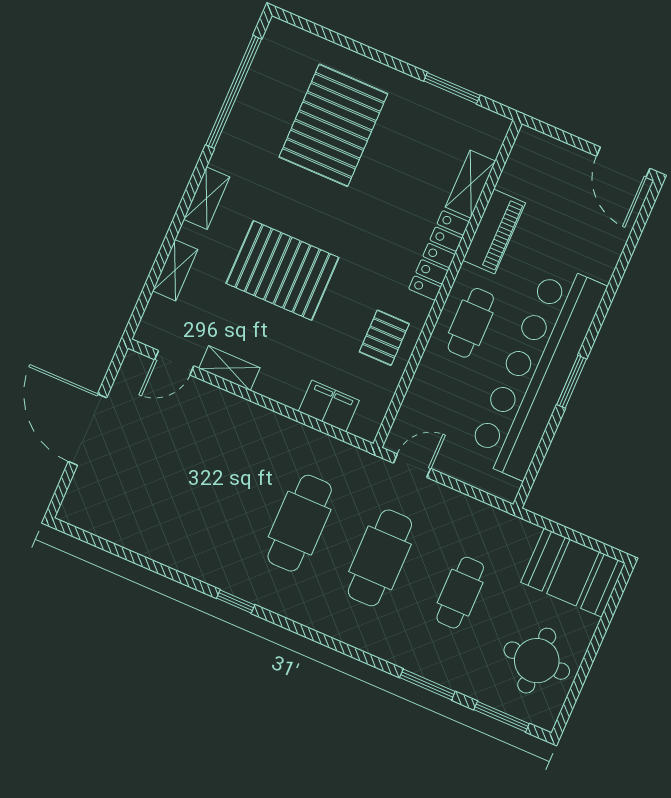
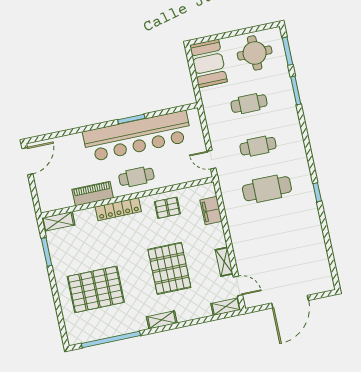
shelving: (471, 184) -> (58, 221), moved
shelving: (175, 270) -> (226, 307), moved
cafe table: (380, 558) -> (258, 146), width x0.73, depth x0.74

